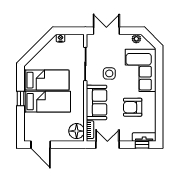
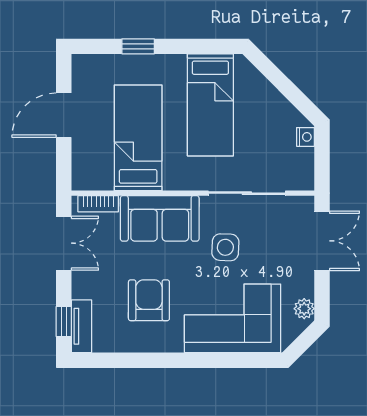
window: (20, 98) -> (138, 46), moved
bed: (47, 102) -> (138, 138), moved, turned 180
floor lamp: (77, 131) -> (95, 173), removed
door: (41, 145) -> (64, 115), moved

